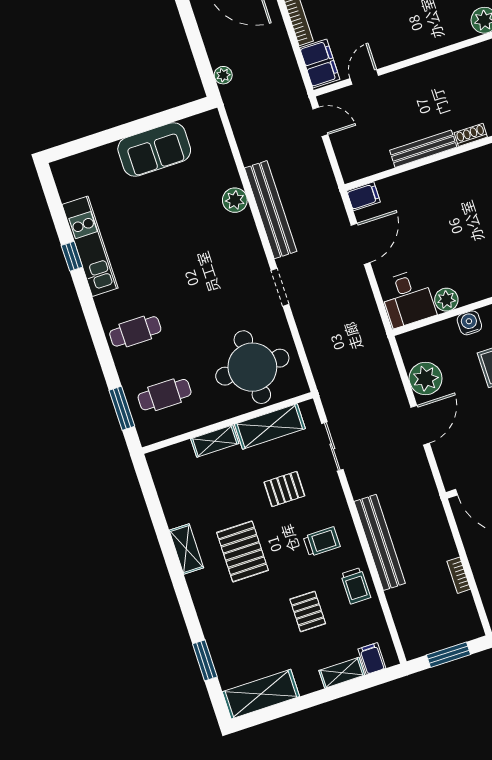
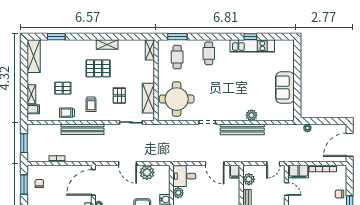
plant: (370, 162) -> (249, 179), added
shelving: (215, 441) -> (150, 50), moved

